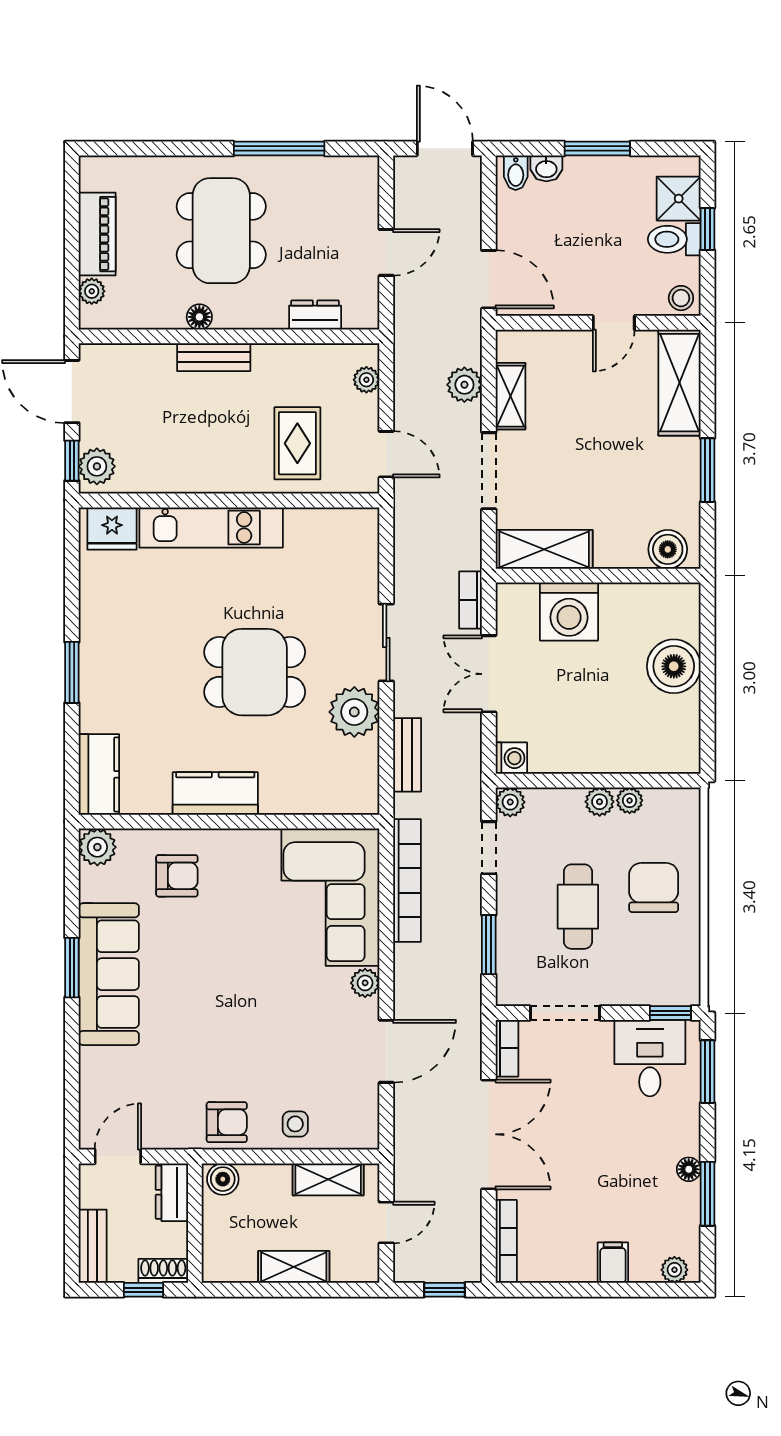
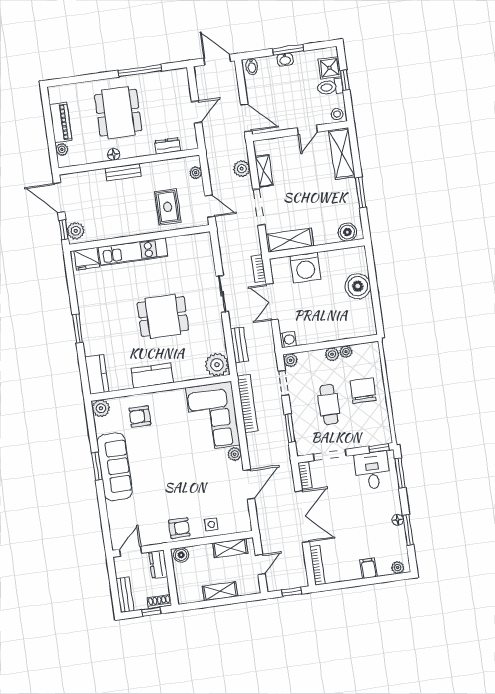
washbasin: (546, 168) -> (285, 60), moved
plant: (354, 712) -> (217, 365), moved
armchair: (177, 876) -> (140, 416), turned 180

